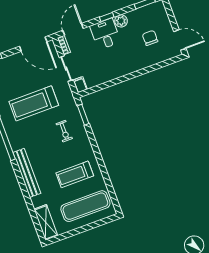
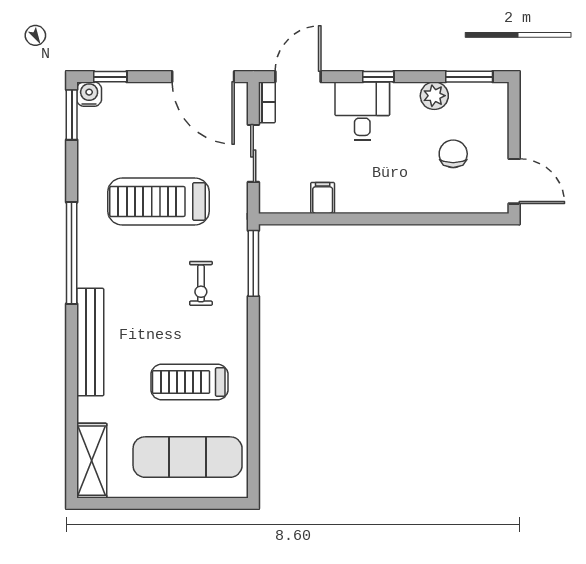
plant: (121, 21) -> (434, 96), moved
filing cabinet: (80, 85) -> (323, 198), moved
window: (83, 115) -> (253, 263), width x1.44

